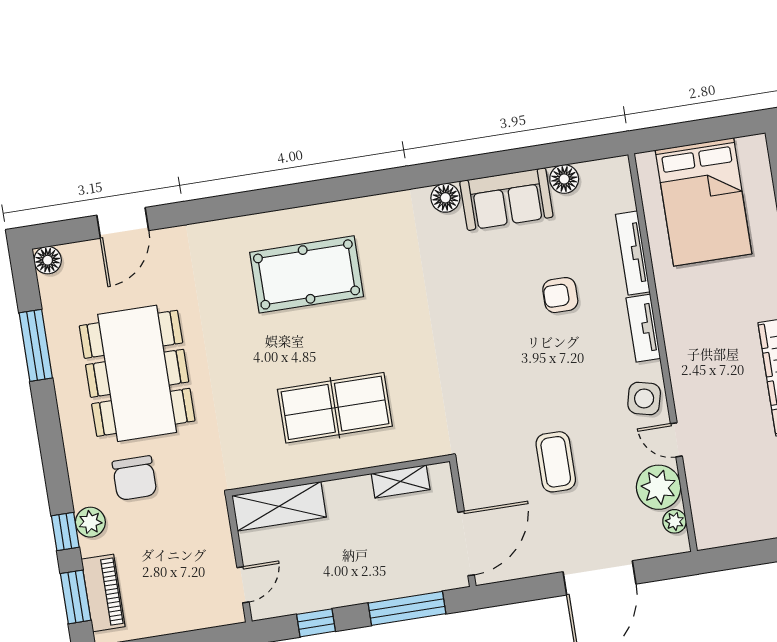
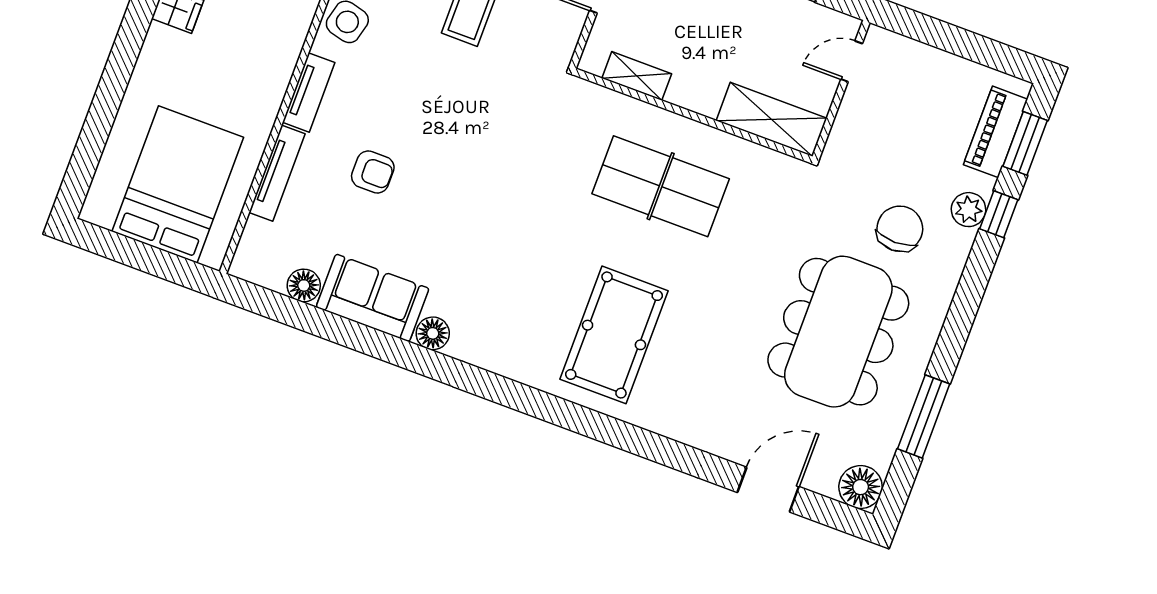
floor lamp: (48, 260) -> (861, 487), width x1.38, depth x1.38
pool table: (307, 274) -> (614, 335), turned 90

